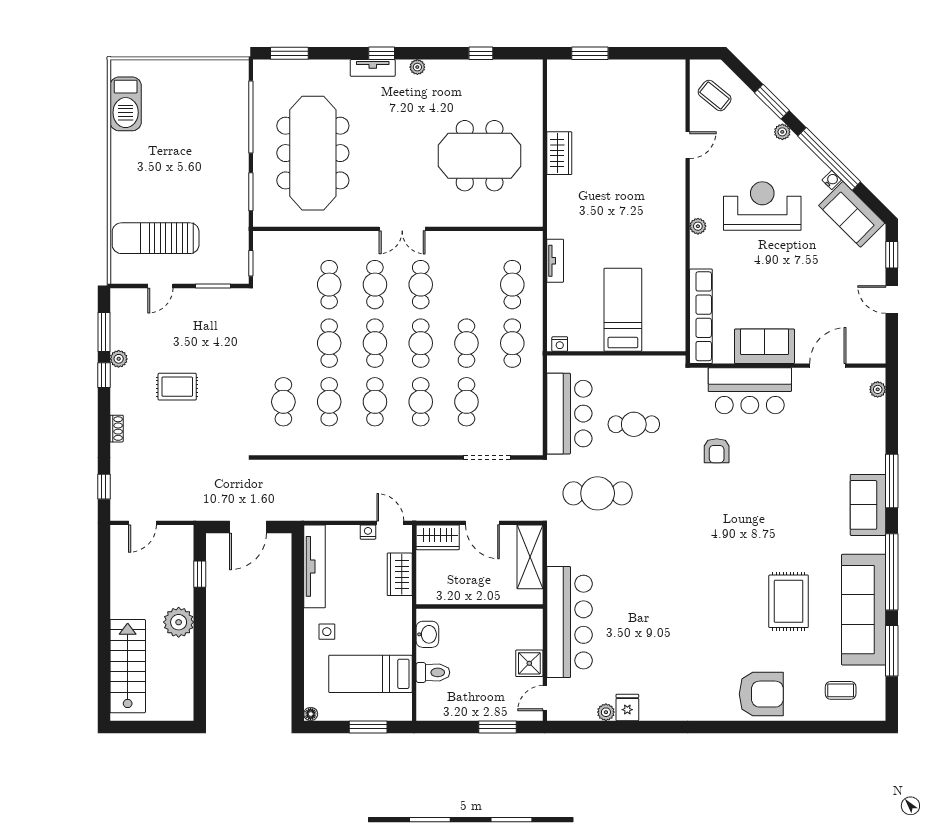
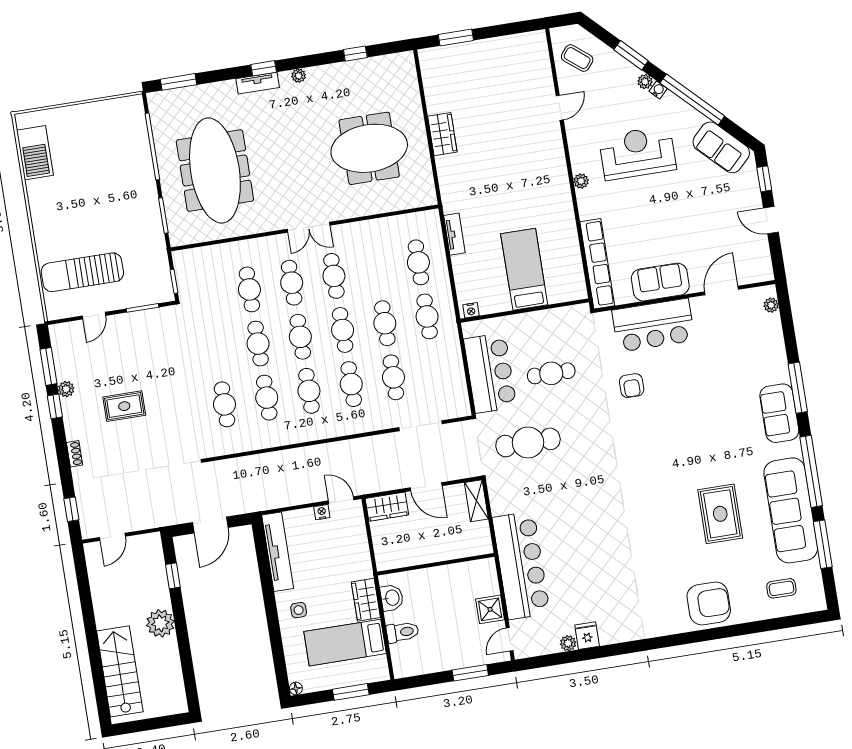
water cooler: (832, 180) -> (658, 90), moved
shelving: (530, 557) -> (476, 501), width x0.67, depth x0.75
wardrobe: (400, 574) -> (366, 600), moved

